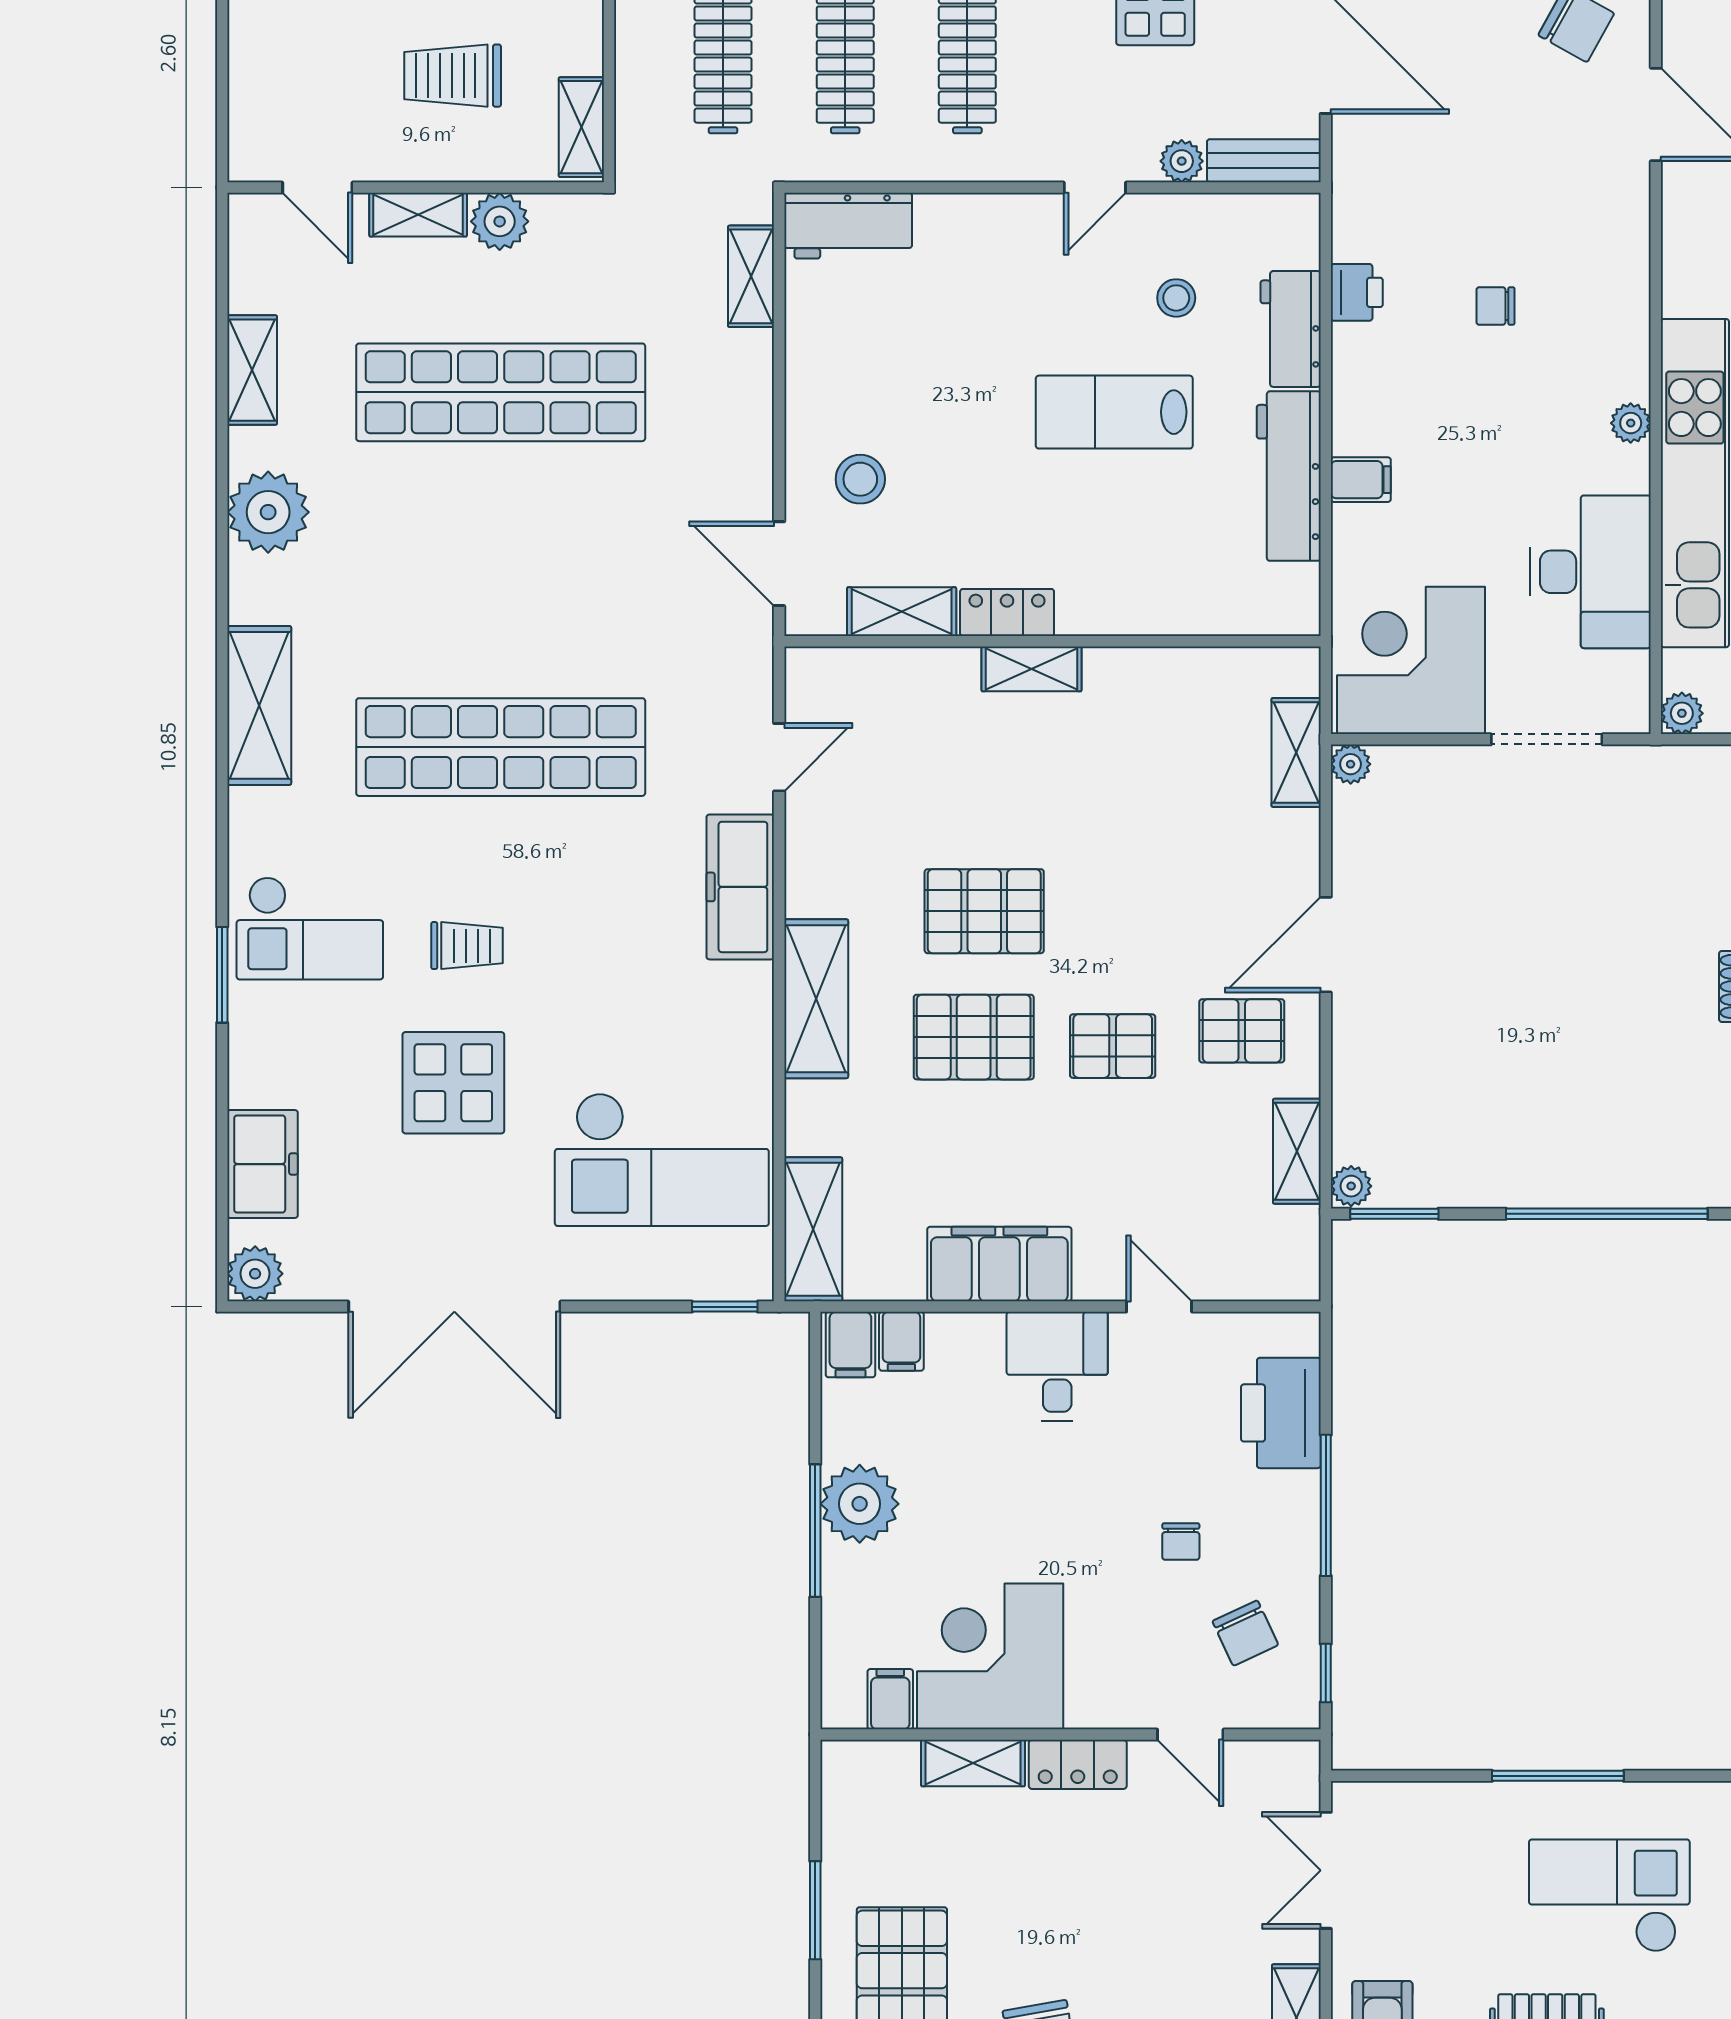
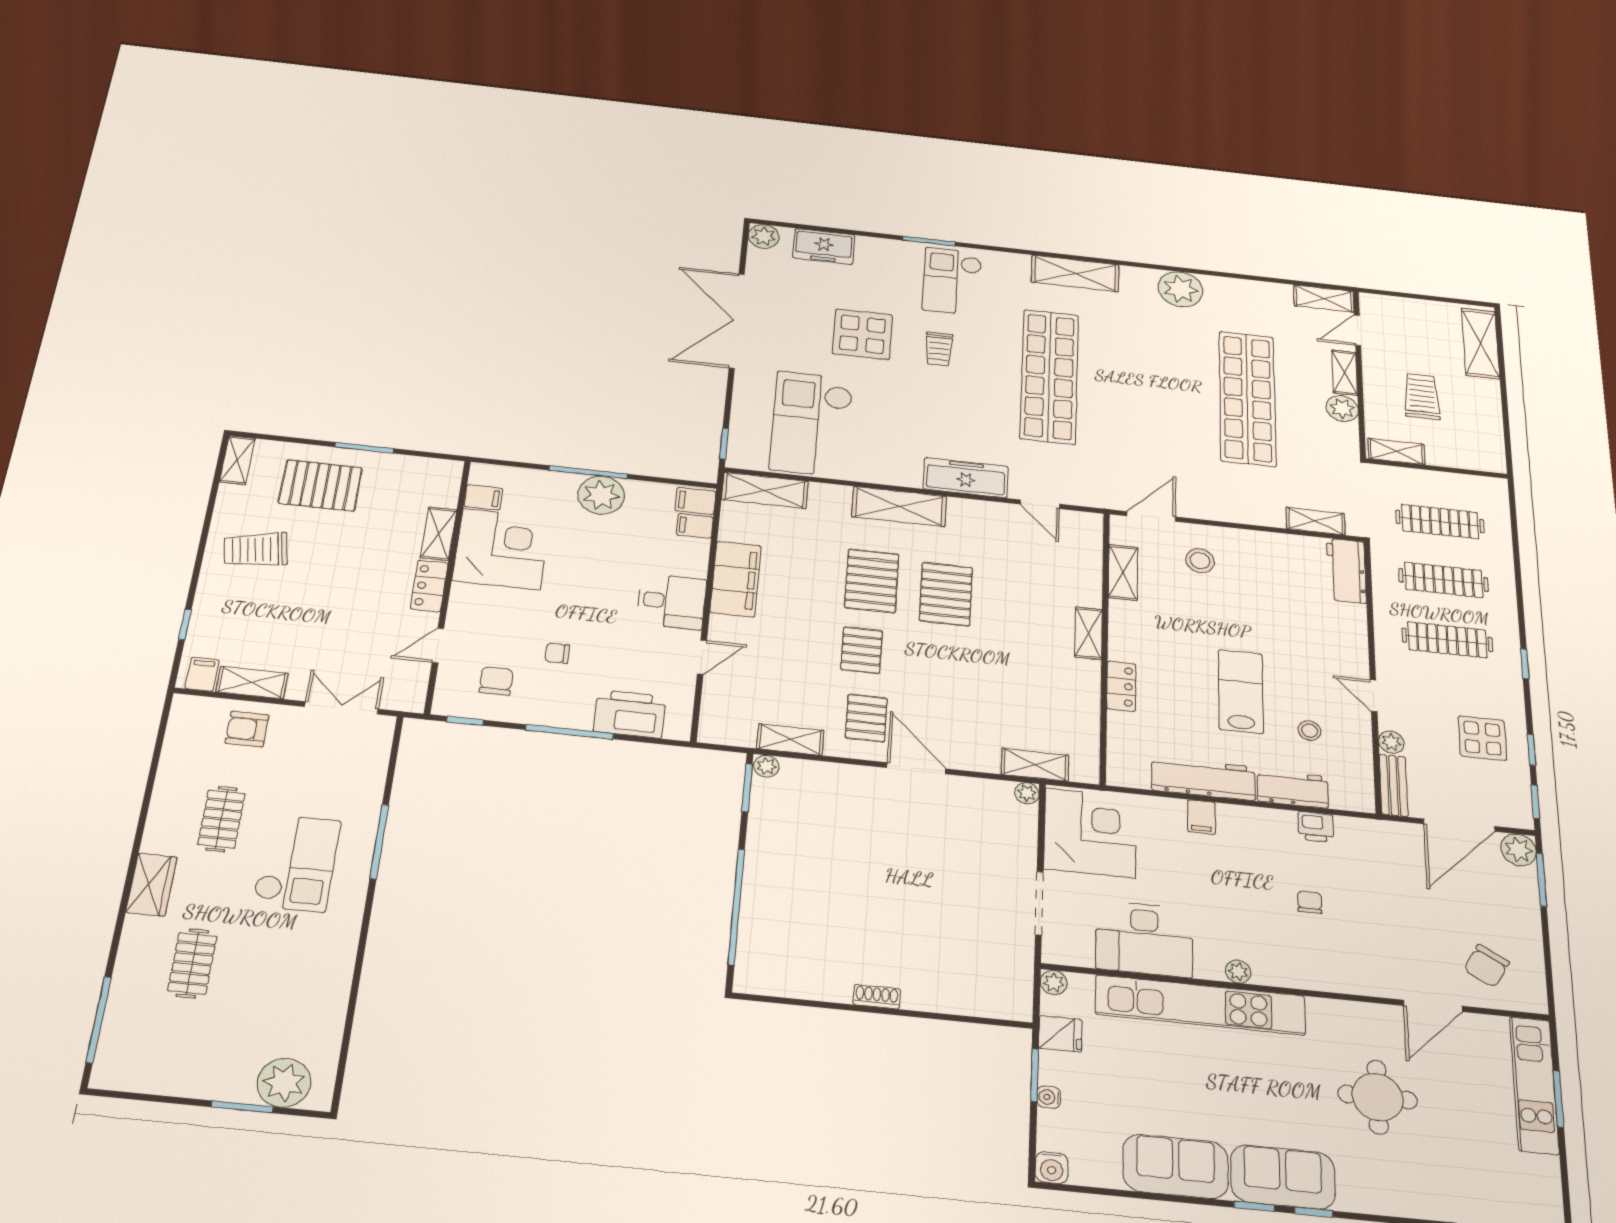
shelving: (252, 370) -> (1324, 299), moved
locker: (1007, 612) -> (1121, 686), moved
chair: (1245, 1633) -> (496, 681), turned 115

